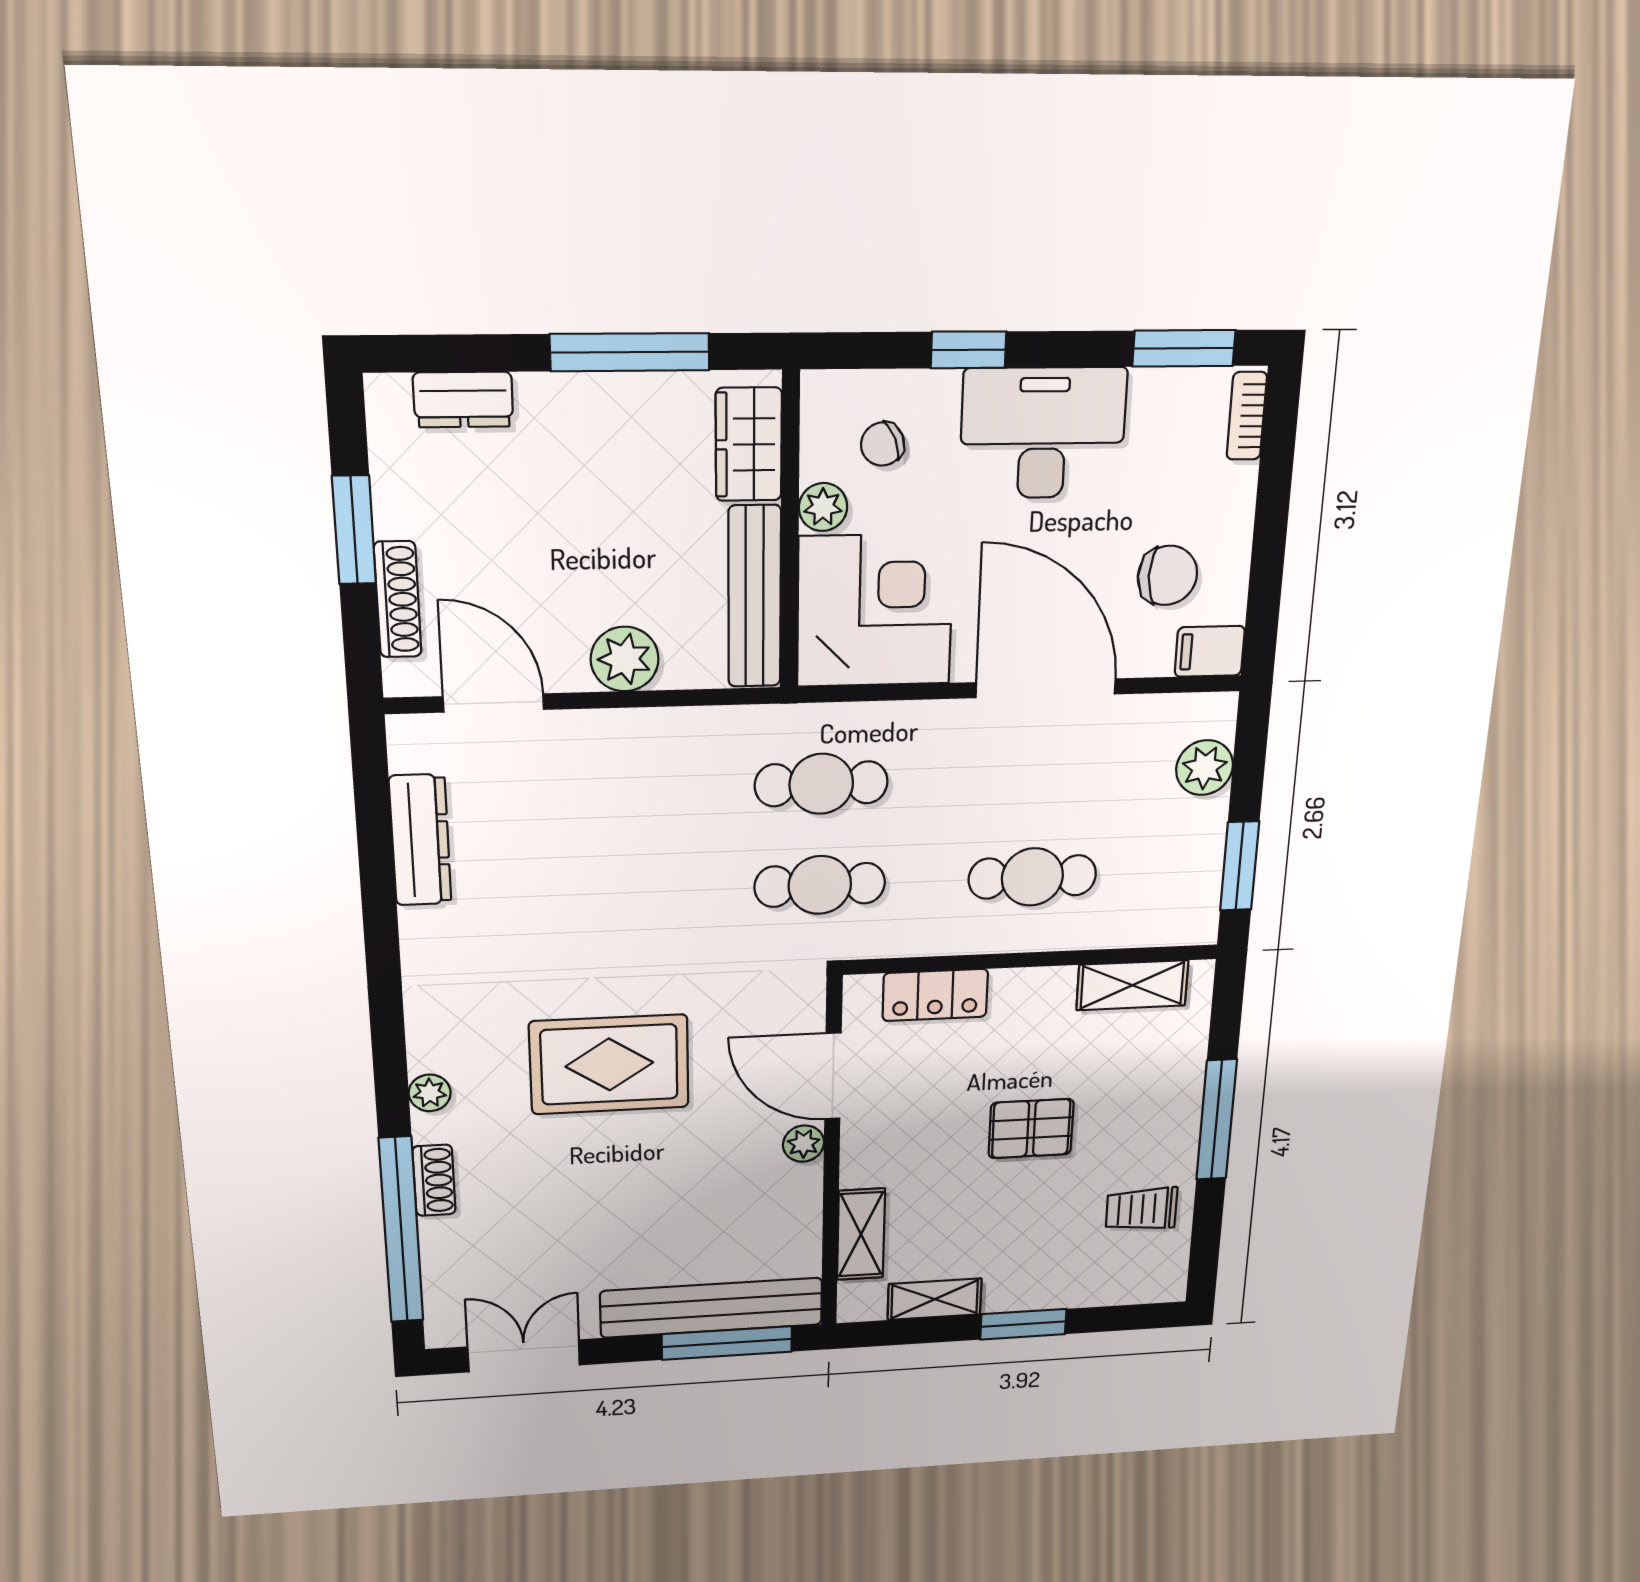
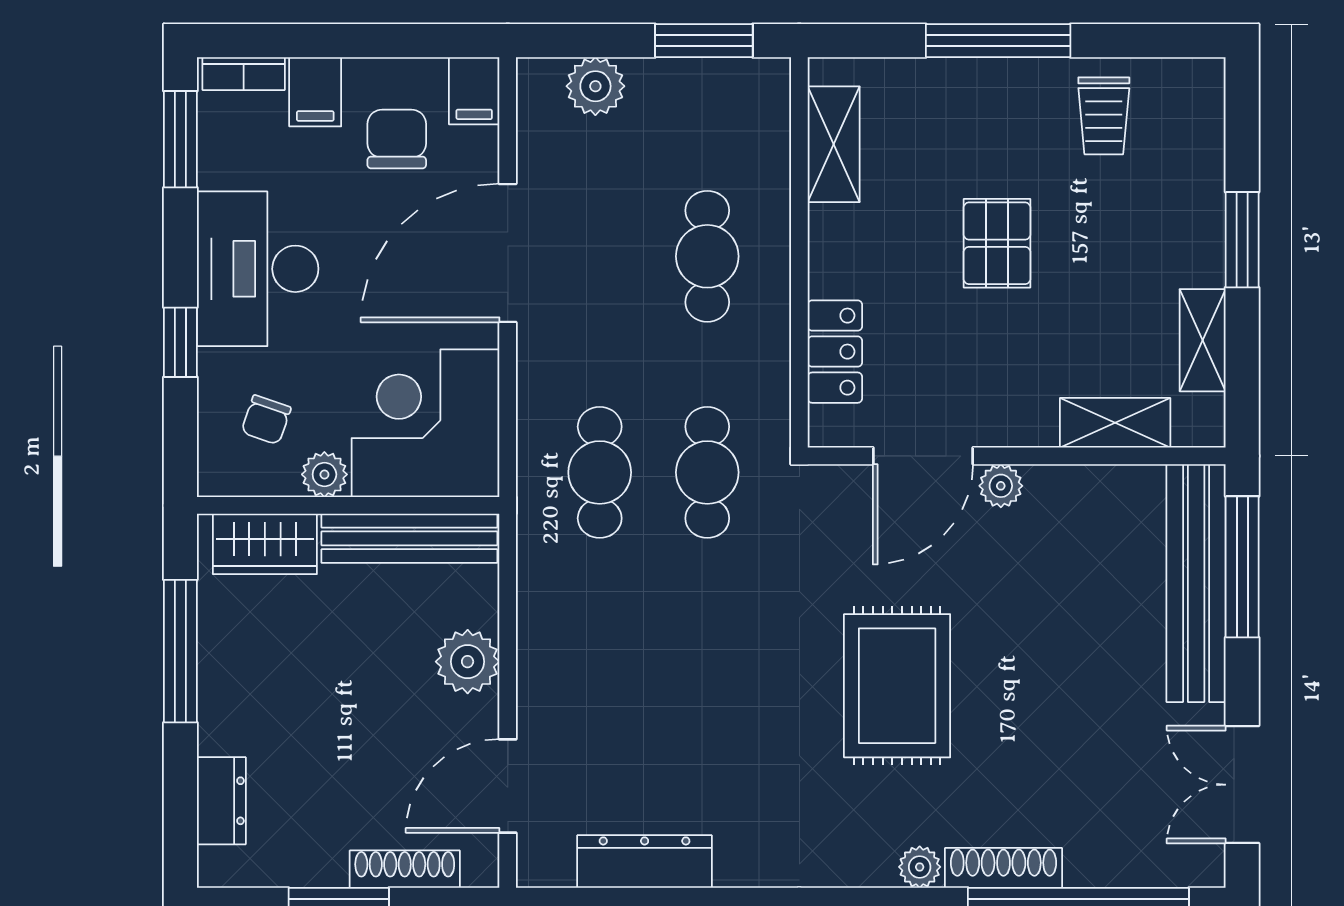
chair: (883, 444) -> (266, 420), turned 41
filing cabinet: (1222, 491) -> (315, 92), added
shoe rack: (434, 1180) -> (1003, 868), width x1.43

